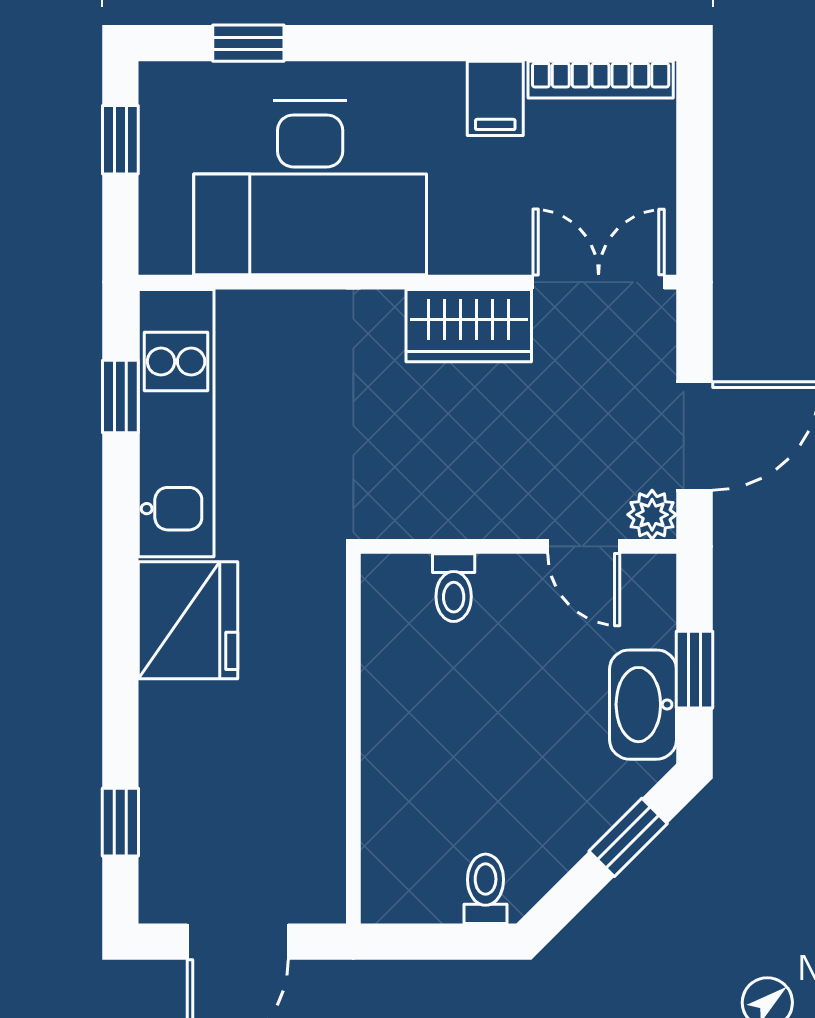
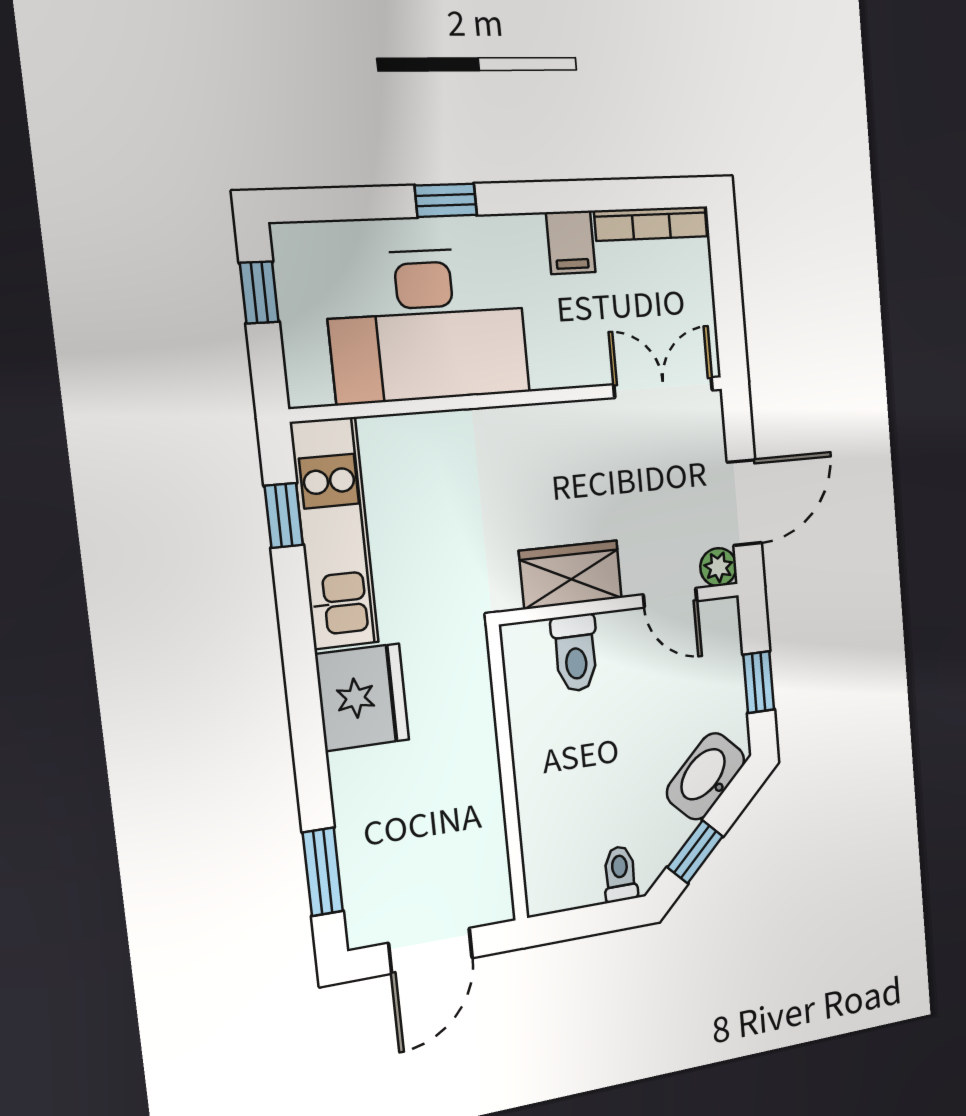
window: (248, 43) -> (446, 200), moved
wardrobe: (469, 326) -> (571, 575), moved, turned 180
toilet: (454, 588) -> (575, 653), width x1.37, depth x1.39
washbasin: (643, 705) -> (706, 776), moved, turned 45
window: (120, 822) -> (323, 872), width x1.50
window: (628, 837) -> (695, 852), moved

